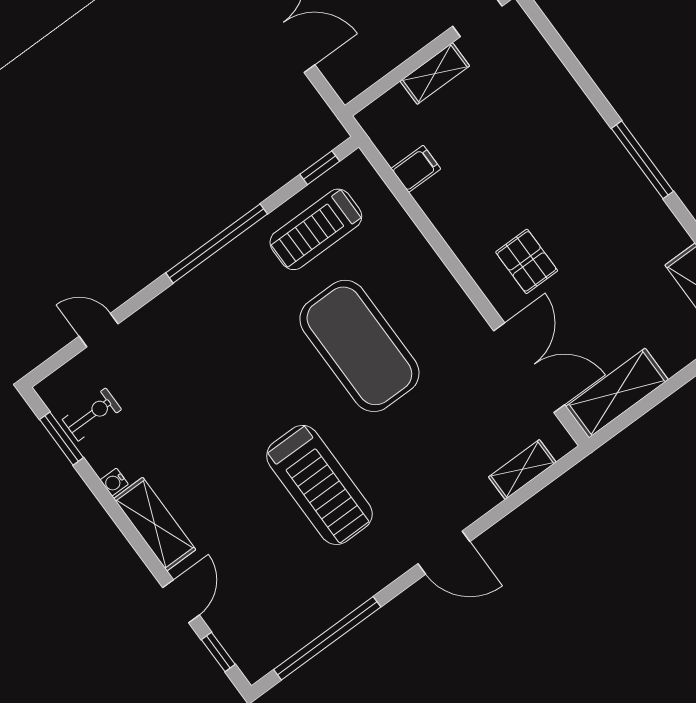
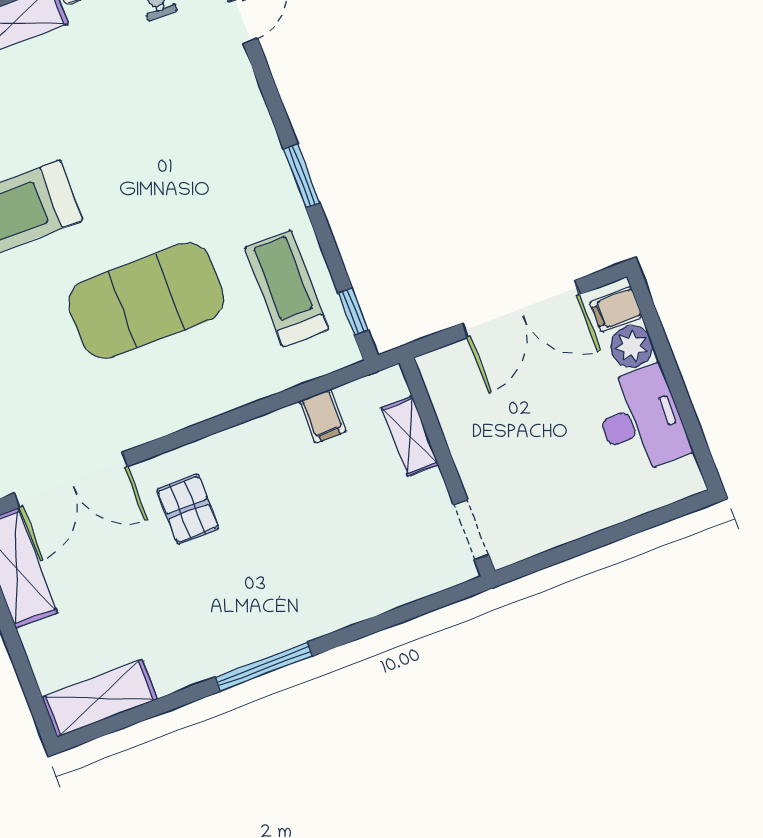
shelving: (435, 73) -> (410, 436), moved
window: (217, 243) -> (302, 176), width x0.47
pallet: (527, 261) -> (188, 509), turned 90

